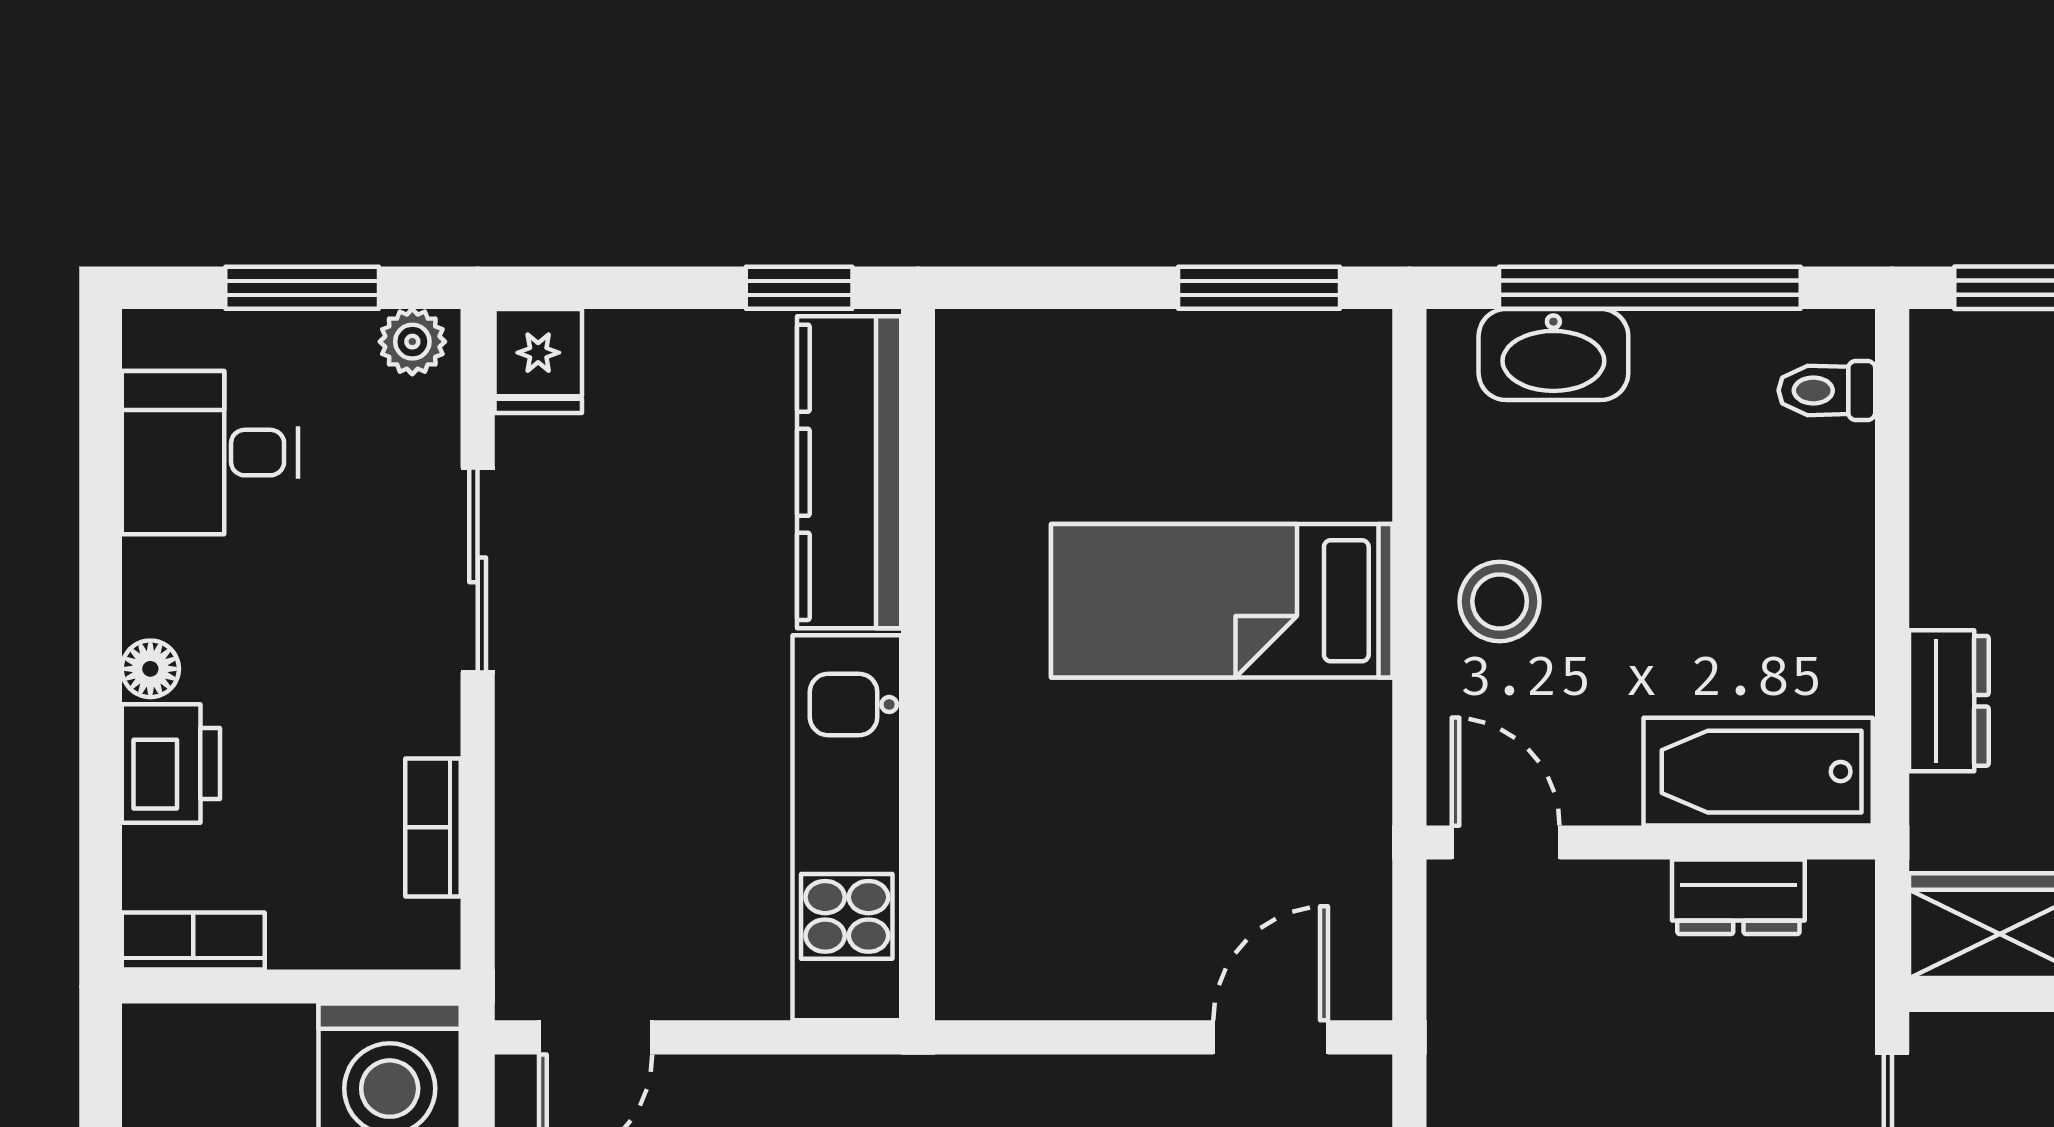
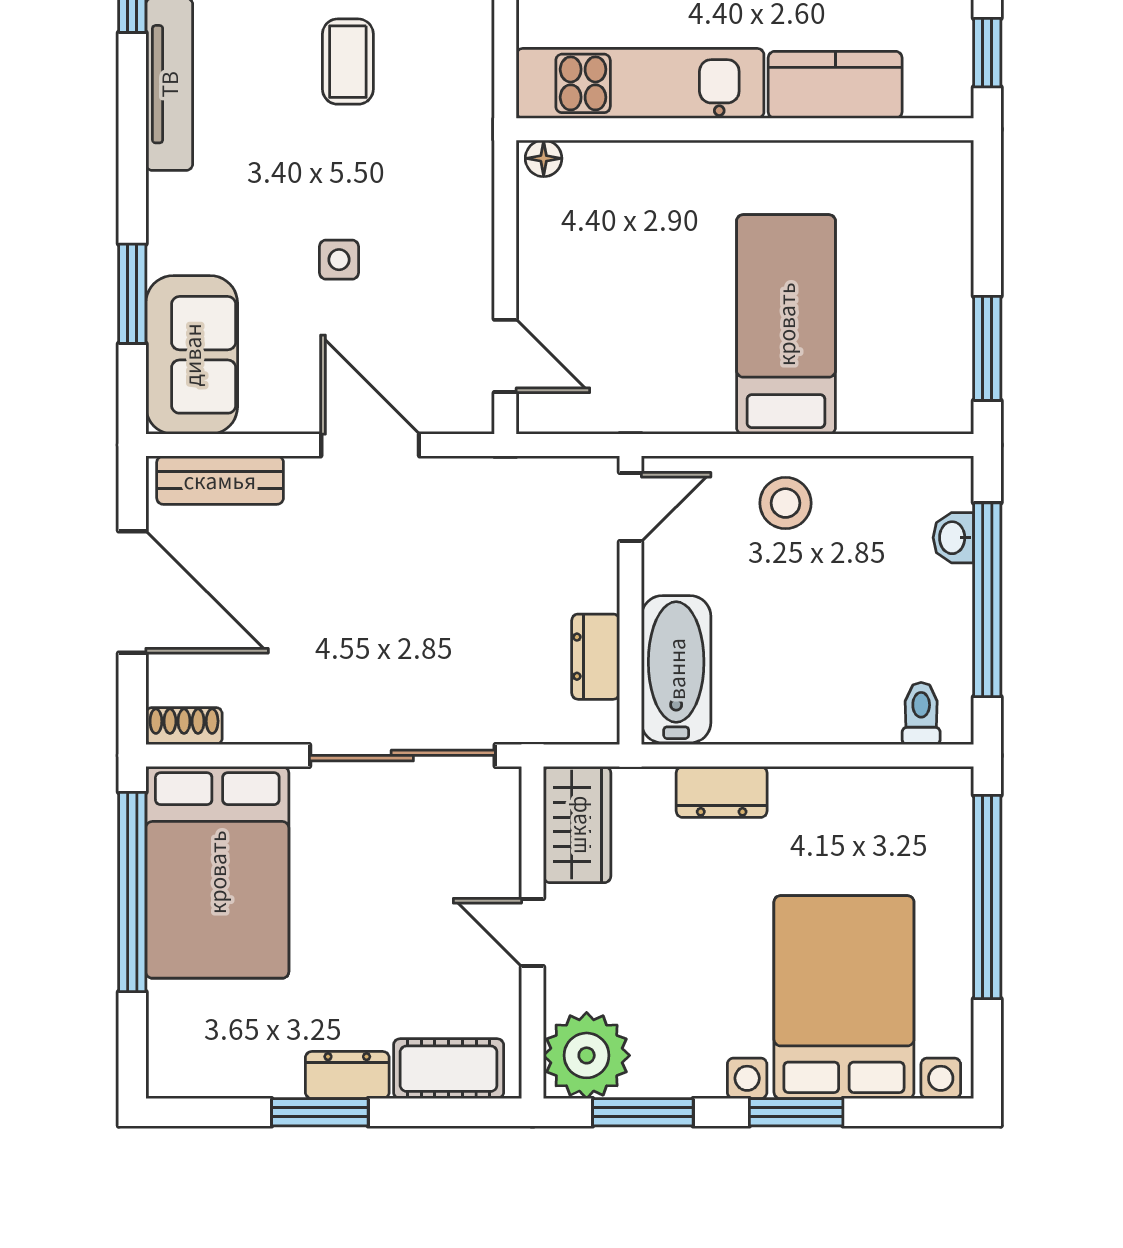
washbasin: (1553, 355) -> (953, 538), width x0.52, depth x0.69
kitchen counter: (849, 472) -> (835, 85), width x0.67
floor lamp: (963, 978) -> (544, 158), added

